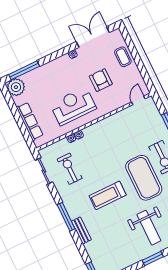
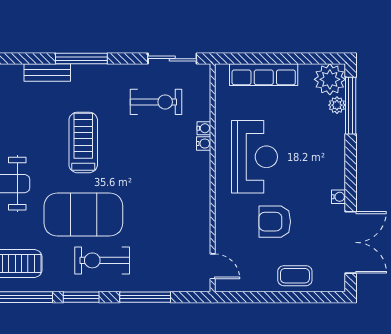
plant: (27, 77) -> (337, 105), added
armchair: (101, 80) -> (275, 222), turned 180

